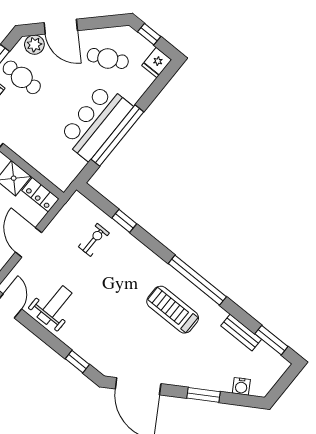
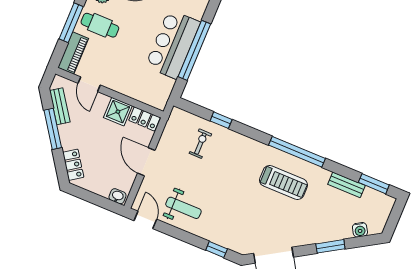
weight bench: (55, 305) -> (183, 208), turned 90
treadmill: (173, 310) -> (284, 183), turned 180

